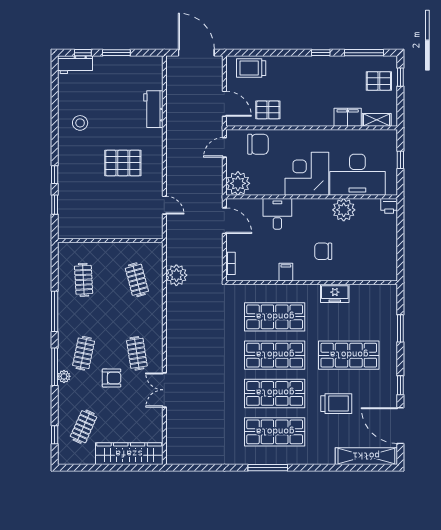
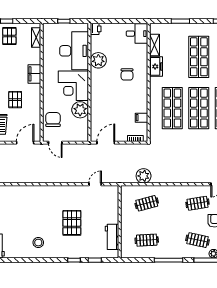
workbench: (153, 109) -> (112, 237), moved, turned 90
pallet: (268, 110) -> (15, 100), moved
filing cabinet: (348, 117) -> (34, 74), moved
pallet: (123, 163) -> (72, 223), moved
plant: (238, 183) -> (80, 110), moved
desk: (277, 214) -> (137, 34), moved, turned 180
filing cabinet: (286, 272) -> (141, 118), moved
shelving: (366, 291) -> (155, 45), added

